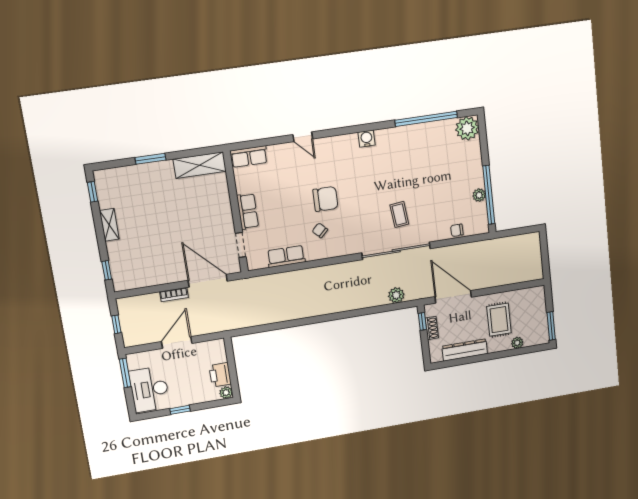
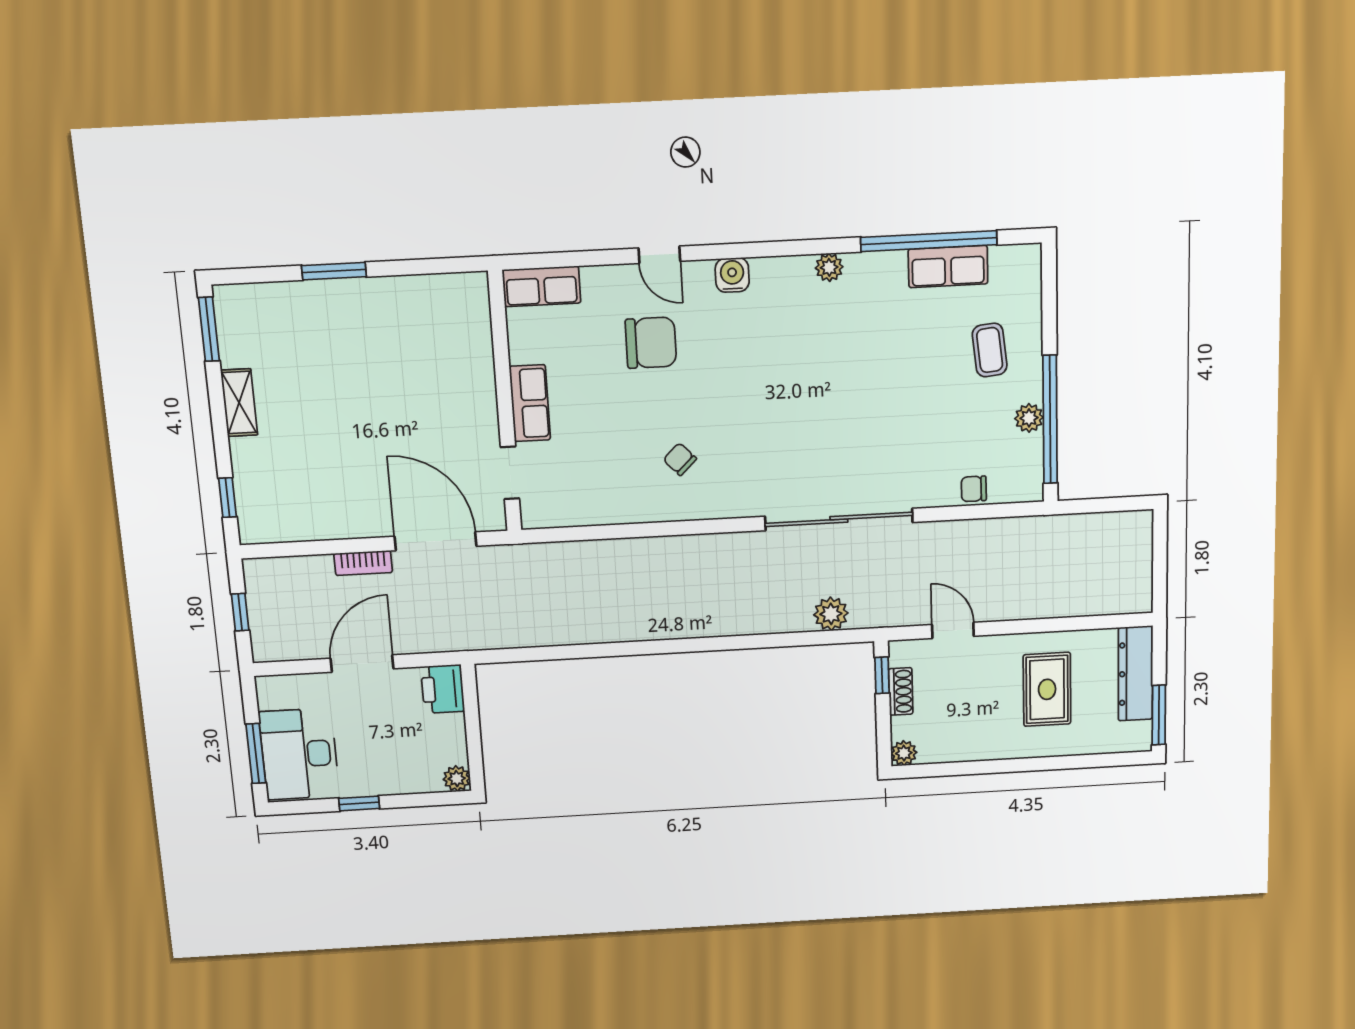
plant: (467, 128) -> (829, 267), moved, width x0.53, depth x0.53
water cooler: (367, 139) -> (732, 275), moved
shelving: (200, 165) -> (436, 295), removed
window: (93, 192) -> (209, 329), width x1.50
chair: (325, 199) -> (651, 343), moved
coffee table: (399, 214) -> (990, 350), moved
row of seats: (286, 256) -> (948, 266), moved, turned 180
door: (453, 297) -> (953, 630), width x0.53
plant: (517, 343) -> (904, 753), moved
dresser: (465, 350) -> (1136, 673), moved, turned -90
window: (125, 373) -> (256, 753), moved
printer: (220, 375) -> (443, 689), moved

